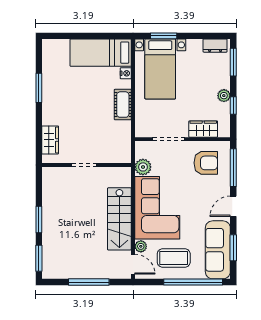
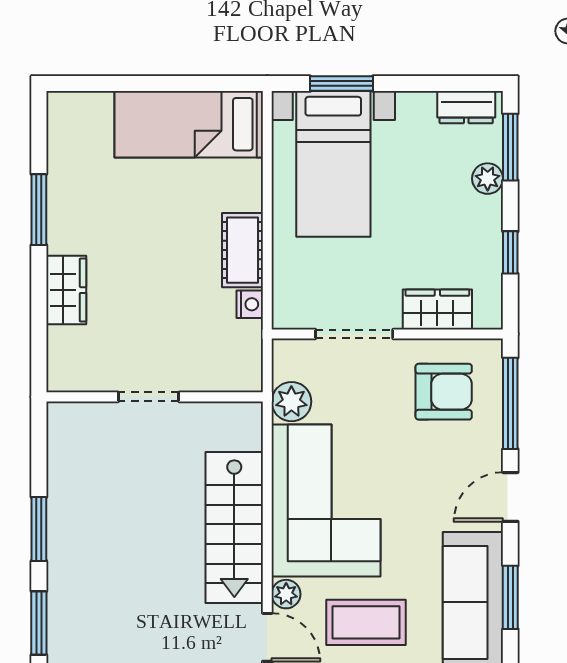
nightstand: (126, 73) -> (250, 304), moved
plant: (224, 96) -> (488, 179), moved
wardrobe: (50, 140) -> (66, 290), moved

